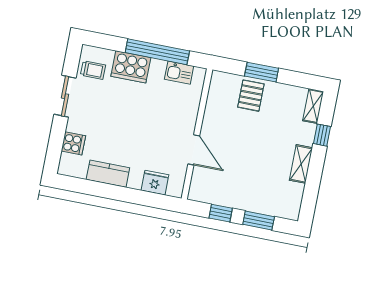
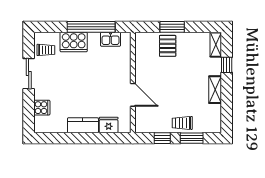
kitchen counter: (108, 174) -> (83, 125), moved
trolley: (250, 199) -> (182, 123), added

